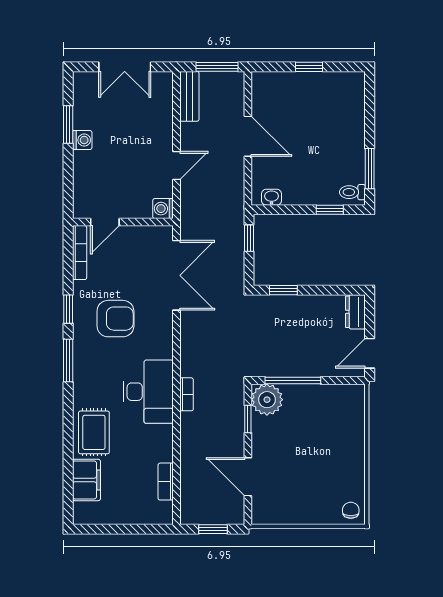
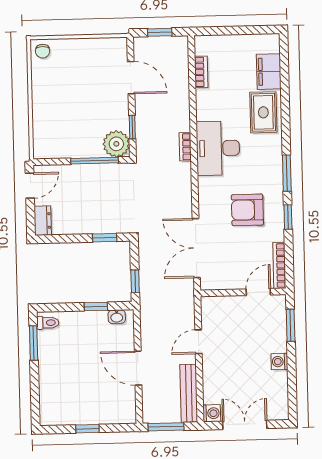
bench: (189, 96) -> (189, 393), width x1.36
window: (68, 124) -> (291, 325), moved
washing machine: (163, 209) -> (212, 413), moved
window: (330, 210) -> (96, 306), moved

